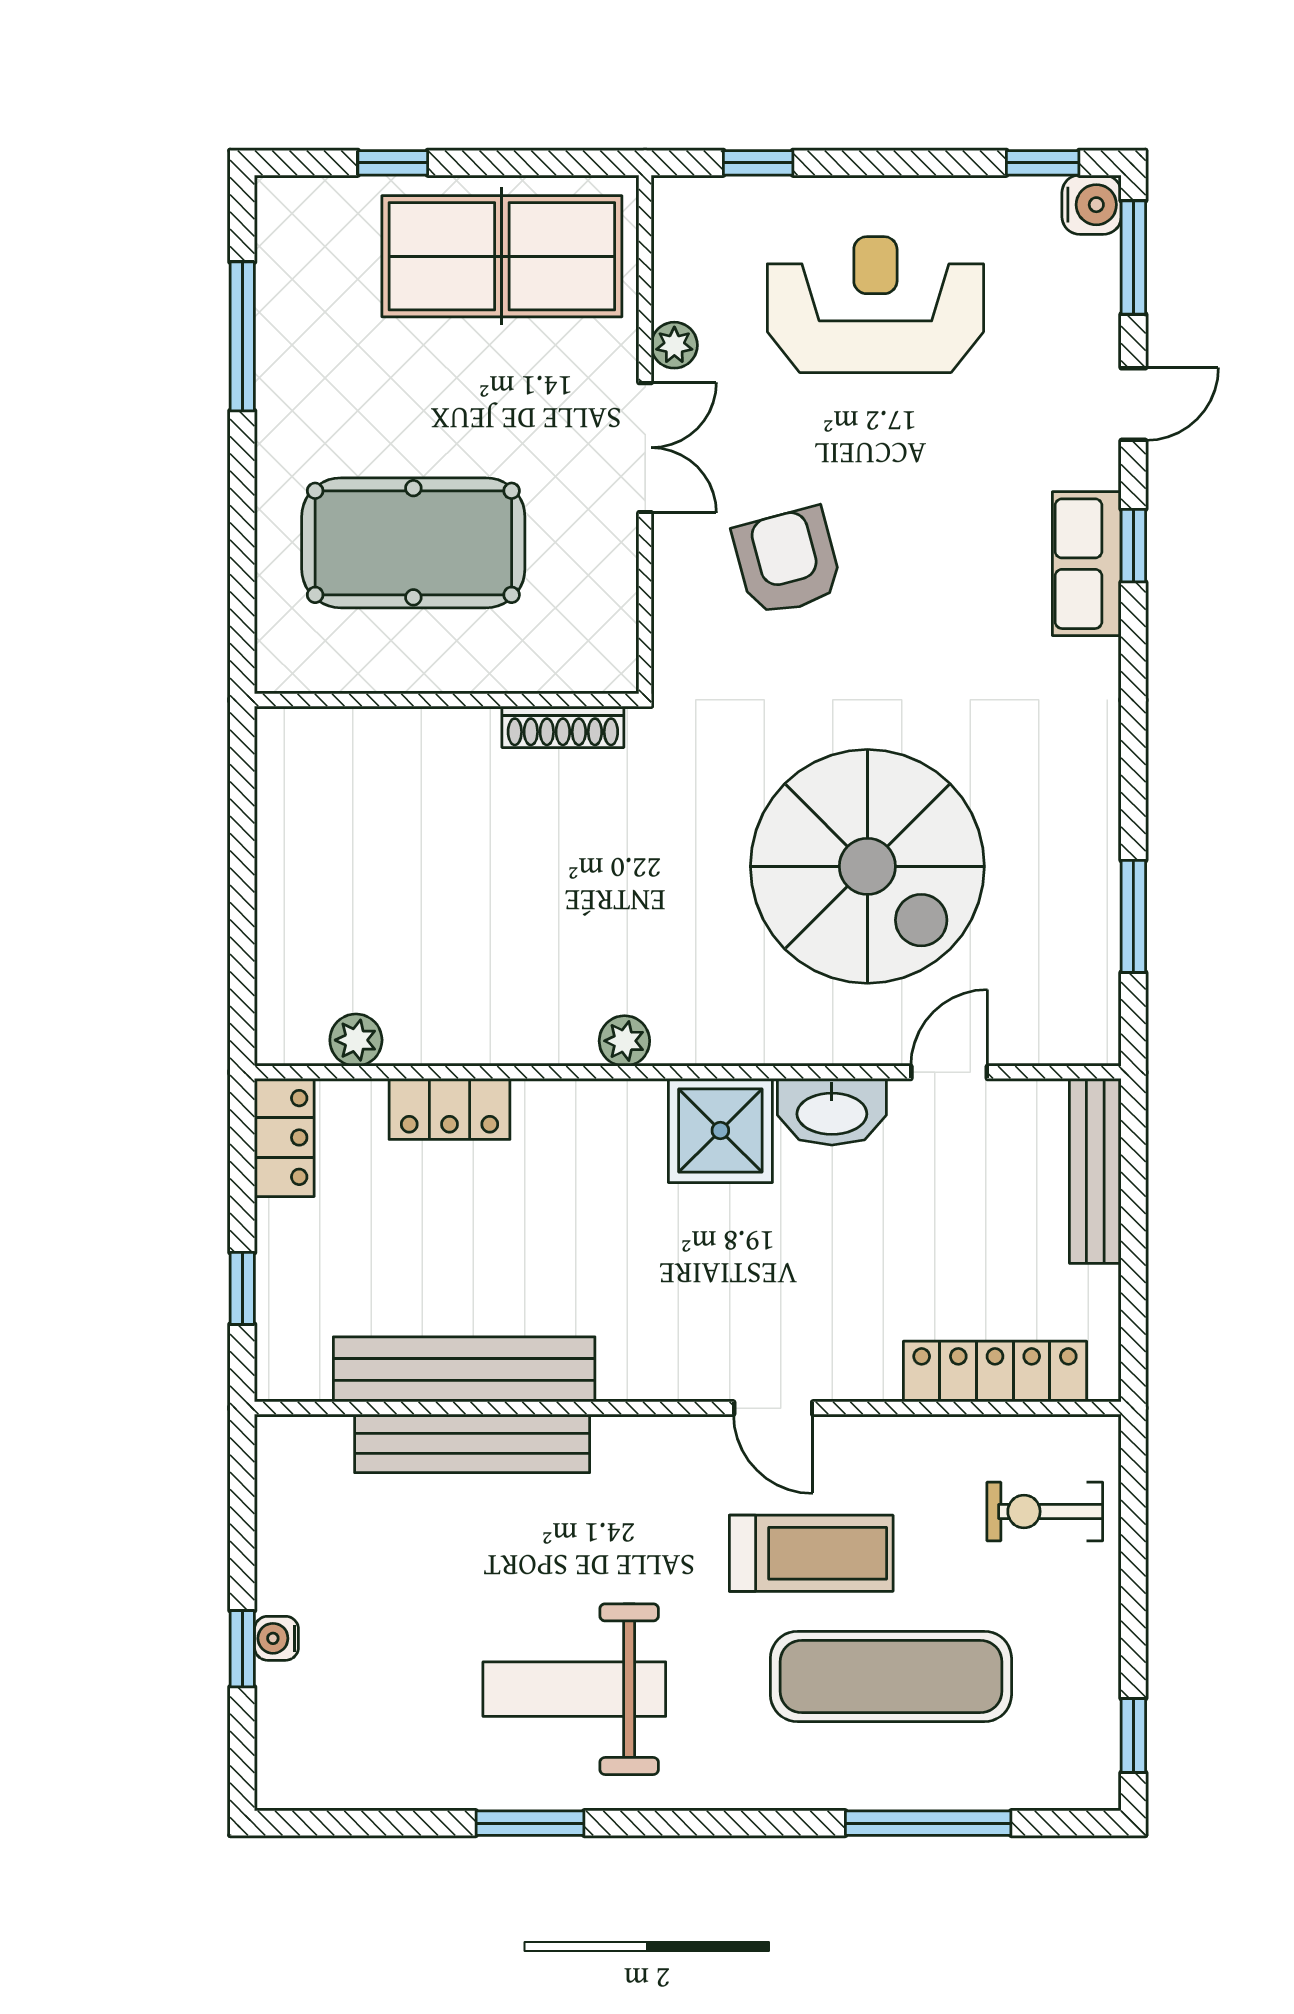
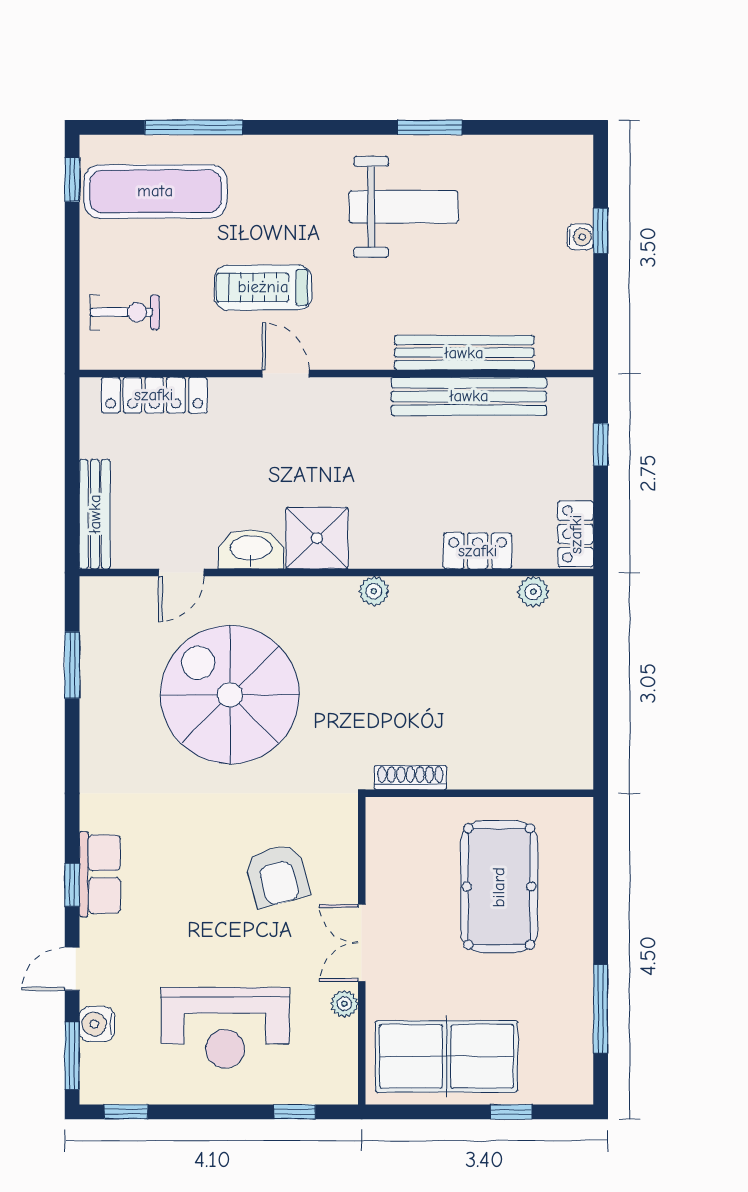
water cooler: (1092, 205) -> (97, 1024), moved
pool table: (413, 543) -> (499, 887), turned 90
exercise mat: (891, 1676) -> (155, 191), moved

